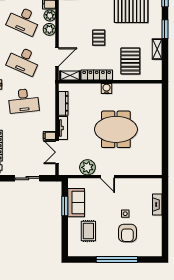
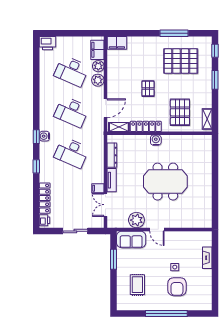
shelving: (157, 49) -> (207, 119), moved
desk: (24, 101) -> (72, 153), turned 30
sofa: (76, 203) -> (131, 239), moved, turned 90

